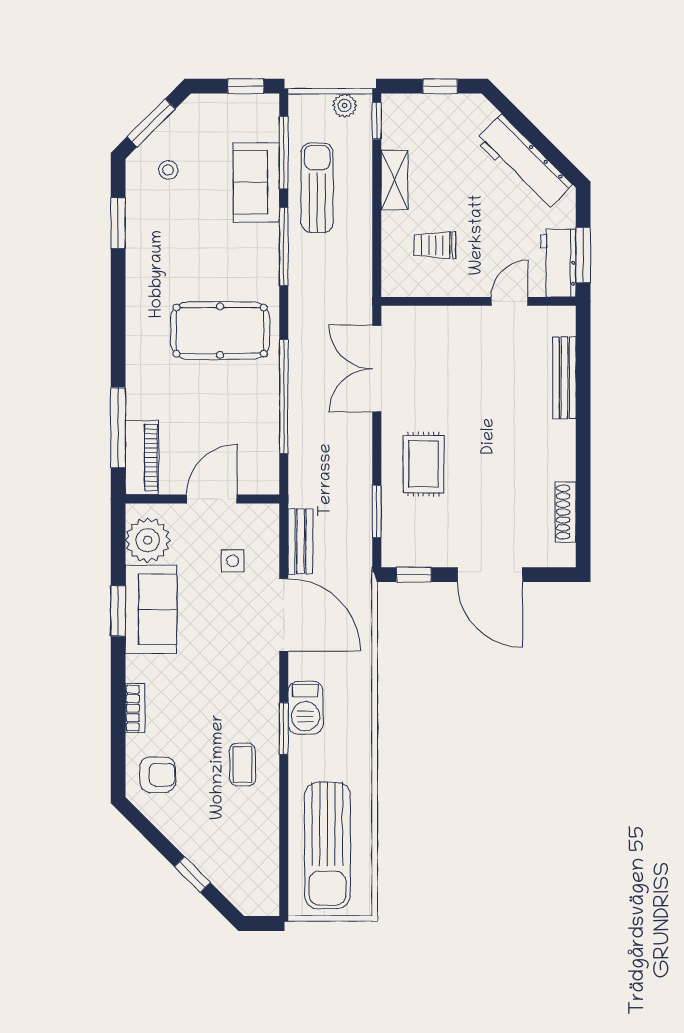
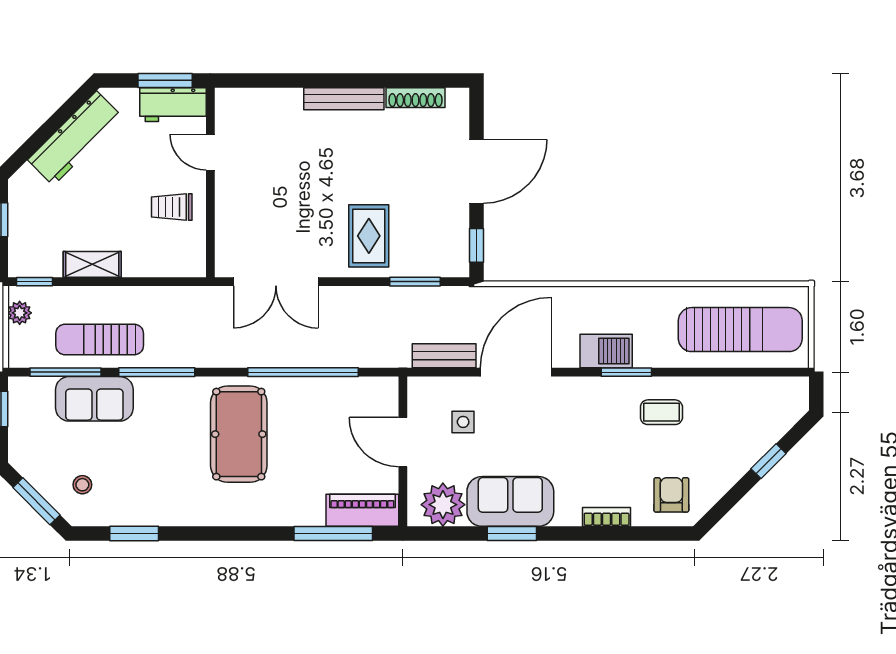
trolley: (435, 245) -> (172, 207), moved, turned 90
bench: (564, 378) -> (344, 99), moved
rug: (424, 464) -> (369, 236), turned 90

